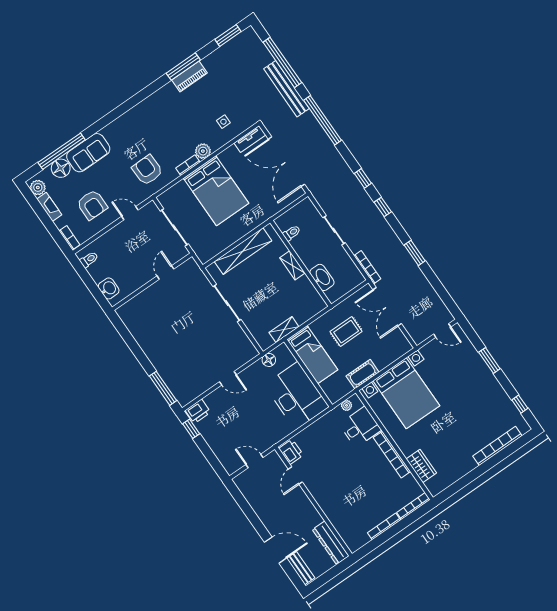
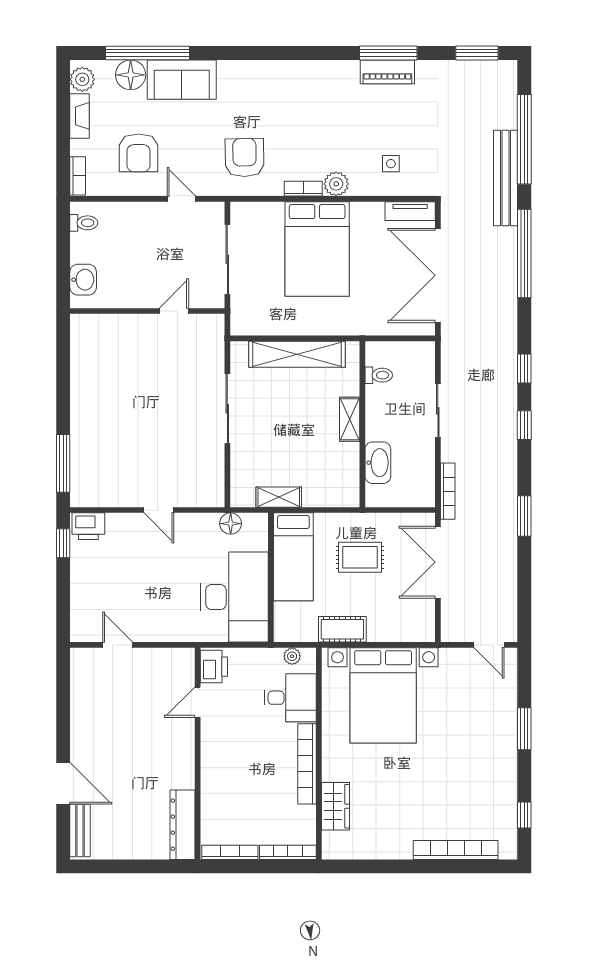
printer: (291, 452) -> (214, 667), moved
door: (295, 476) -> (198, 702), moved
wall: (313, 502) -> (198, 754), moved
dresser: (331, 543) -> (182, 825), moved

